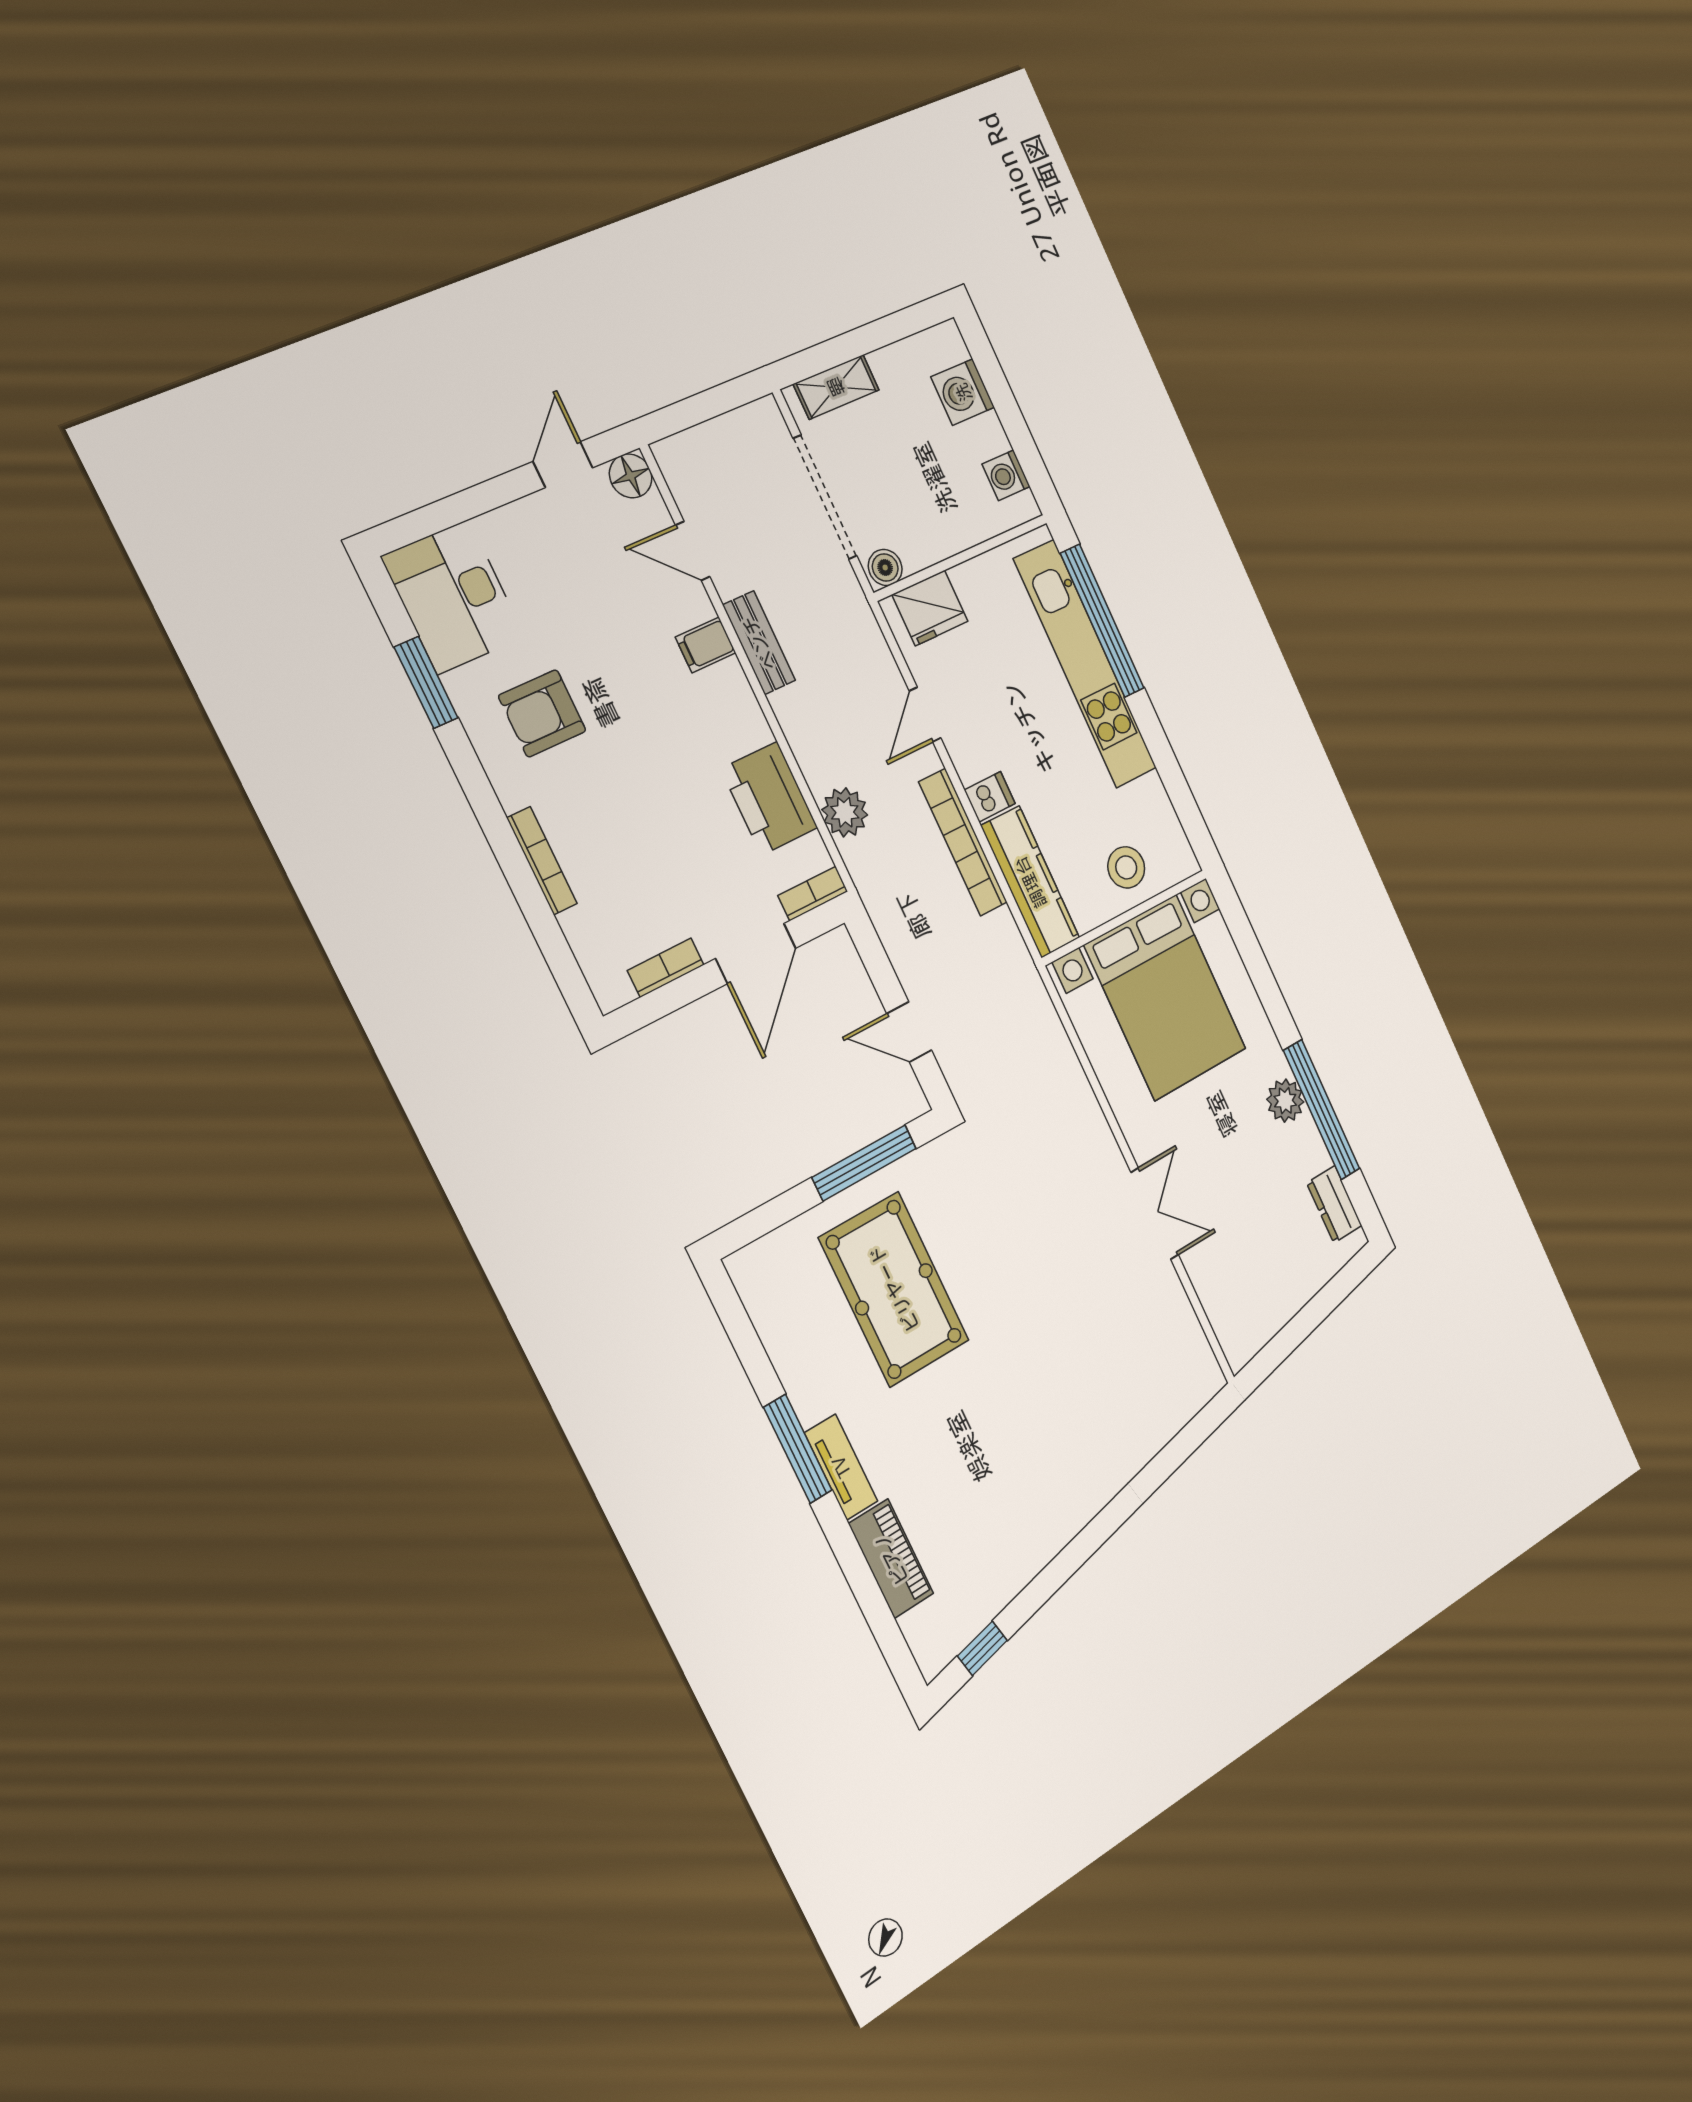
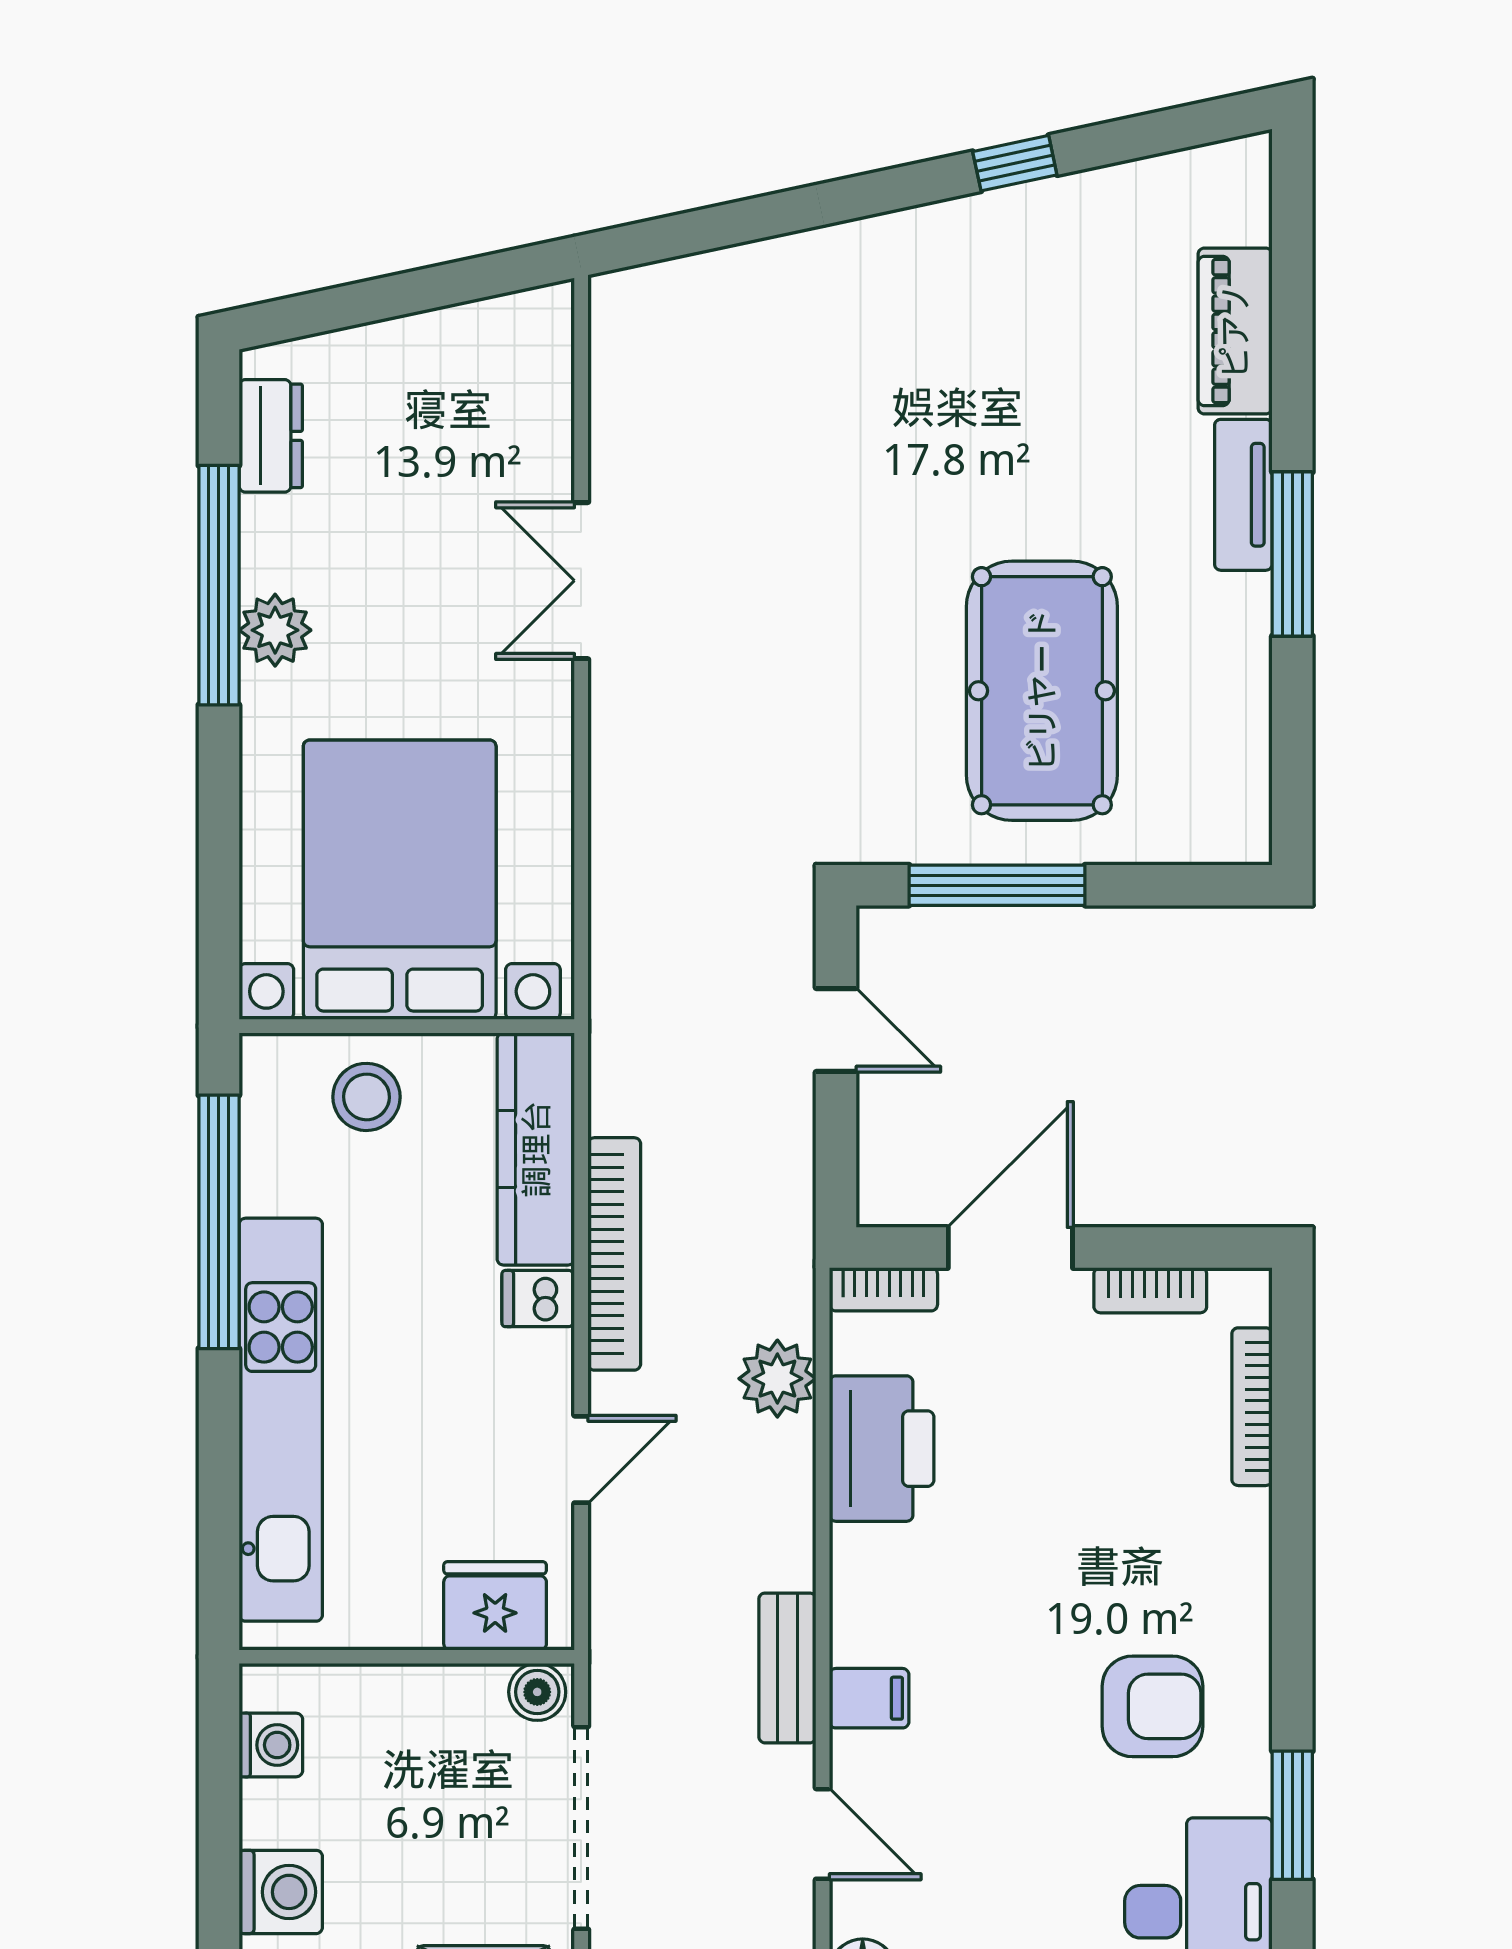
window: (1102, 621) -> (219, 1222), moved
bookcase: (542, 861) -> (1252, 1407), moved
window: (982, 1648) -> (1015, 163), moved

